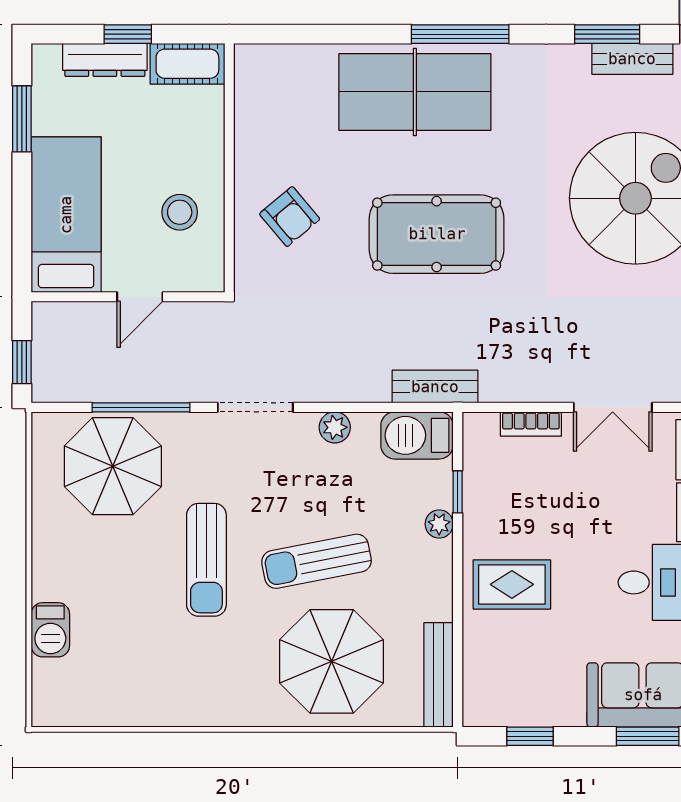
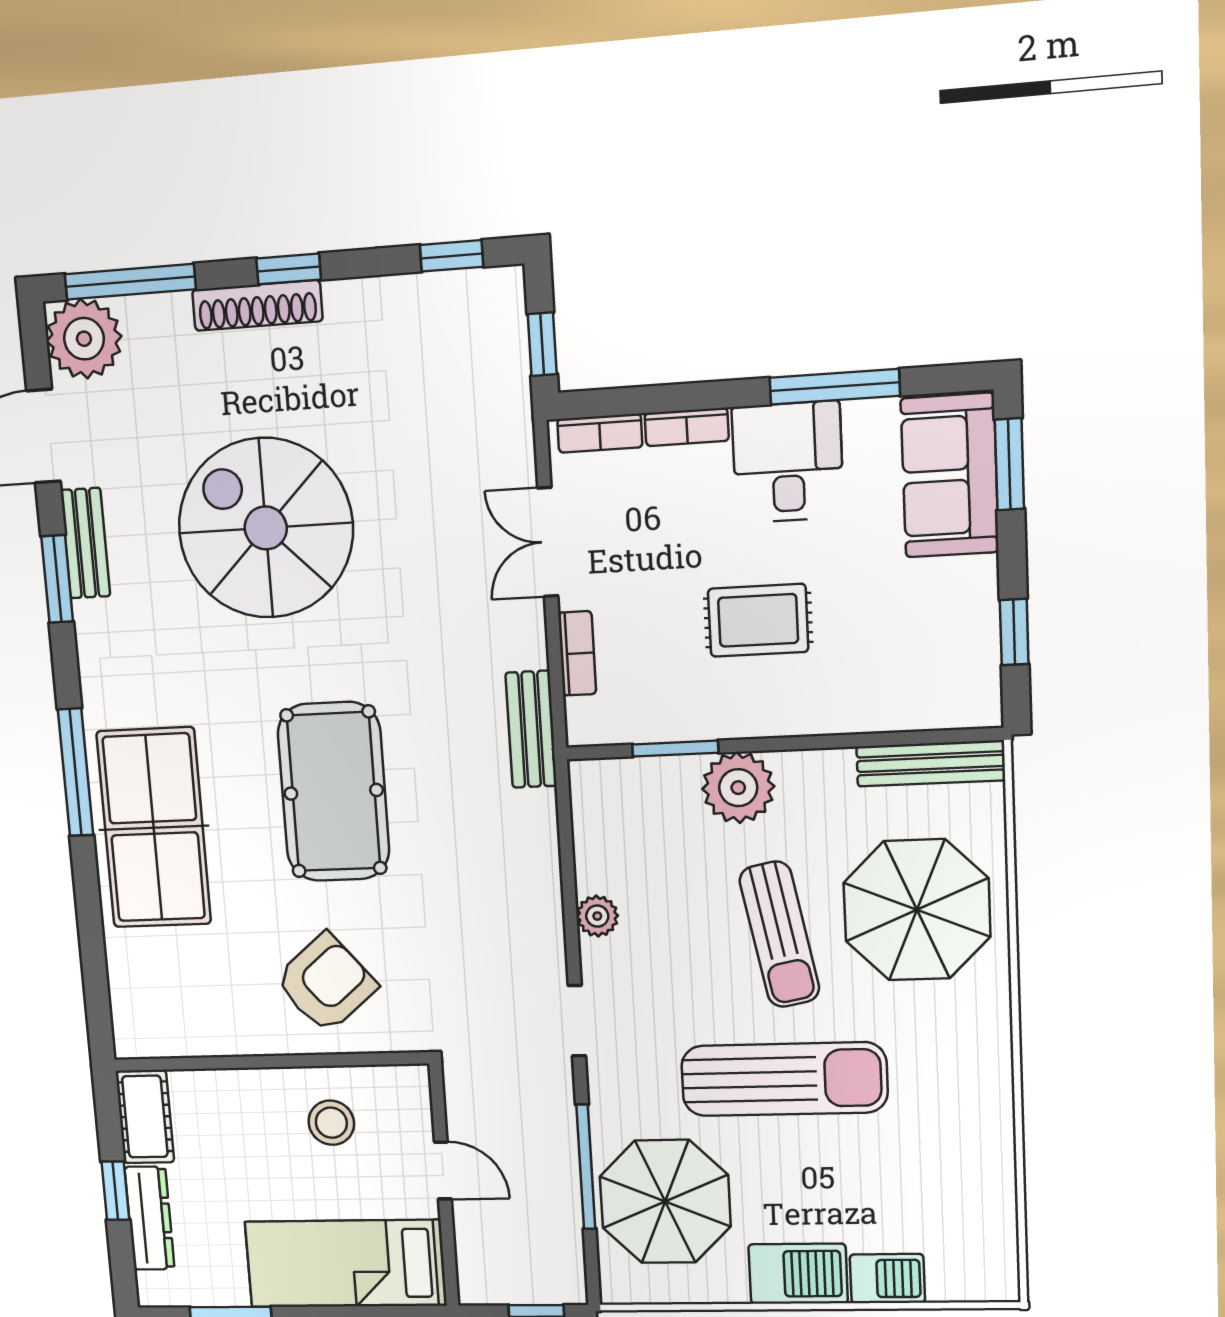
armchair: (290, 217) -> (326, 983), width x1.38, depth x1.38
bench: (435, 387) -> (531, 729), moved
doorway: (255, 407) -> (577, 1021), width x0.73
double door: (613, 407) -> (548, 542), swing flipped
barbecue: (417, 435) -> (798, 1274), moved, turned -90
window: (458, 492) -> (675, 749), width x1.50
plant: (439, 524) -> (738, 788), width x1.88, depth x1.88
sun lounger: (206, 560) -> (784, 1079), width x1.36, depth x1.34
rug: (512, 584) -> (758, 620), moved, turned 90

